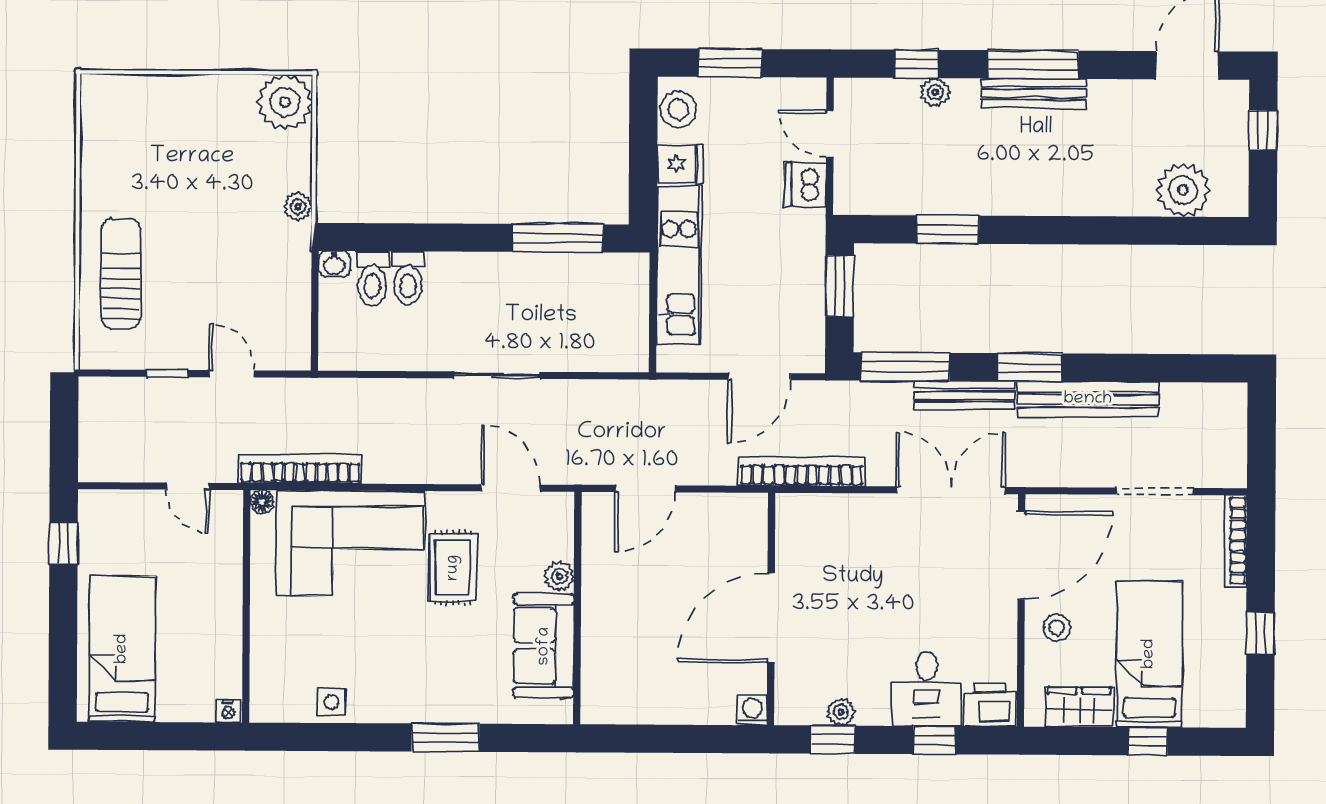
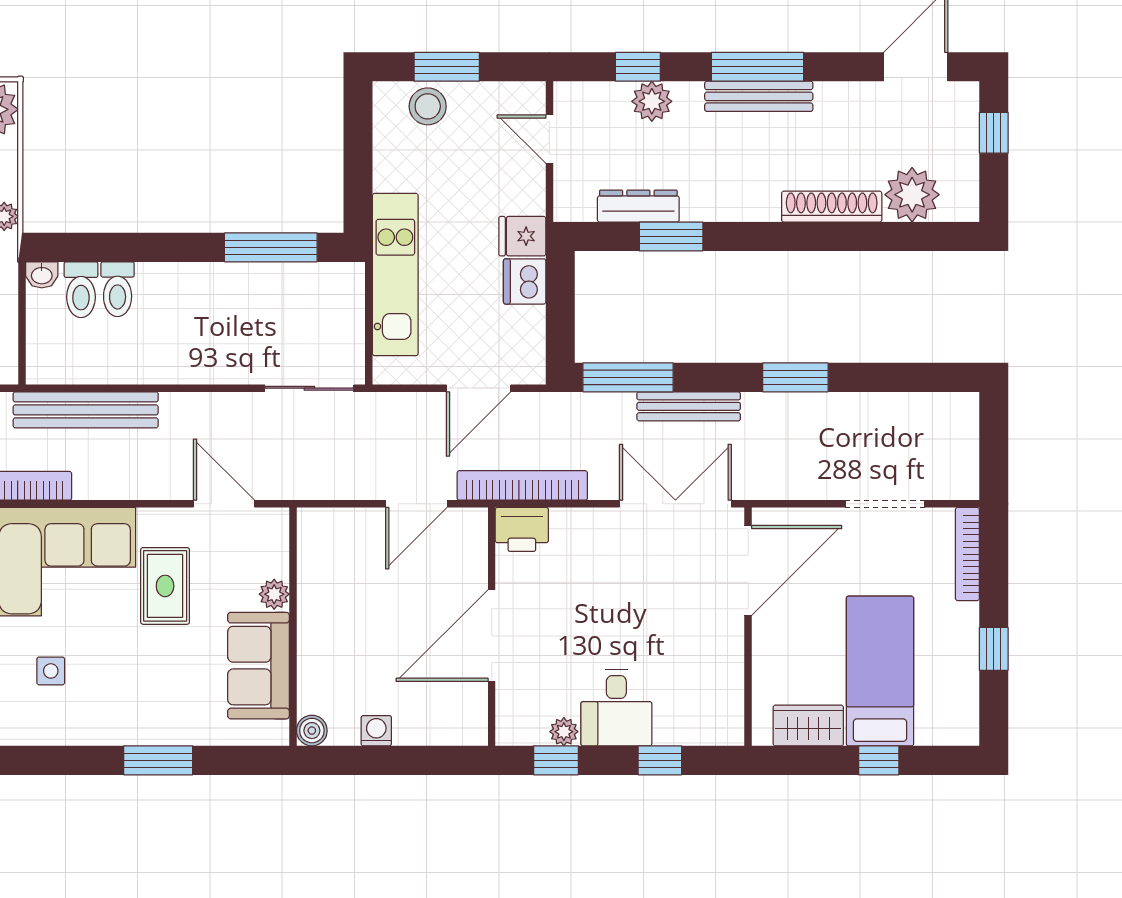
plant: (935, 92) -> (652, 101), width x1.38, depth x1.38
stool: (678, 109) -> (428, 106), moved
fridge: (680, 164) -> (522, 236), moved, turned 180
dishwasher: (805, 184) -> (525, 281), moved
dresser: (916, 200) -> (638, 206), added
shoe rack: (1105, 201) -> (832, 207), added
window: (840, 286) -> (560, 295), removed
window: (1030, 367) -> (795, 377), moved
sliding door: (497, 375) -> (309, 388), moved
bench: (1088, 399) -> (86, 410), moved
door: (645, 489) -> (416, 504), moved
stool: (1057, 628) -> (785, 644), removed
desk: (927, 689) -> (616, 708), moved
side table: (331, 702) -> (51, 671), moved
printer: (990, 705) -> (522, 529), moved, turned 180
boiler: (595, 709) -> (312, 731), added
washing machine: (752, 710) -> (376, 731), moved

